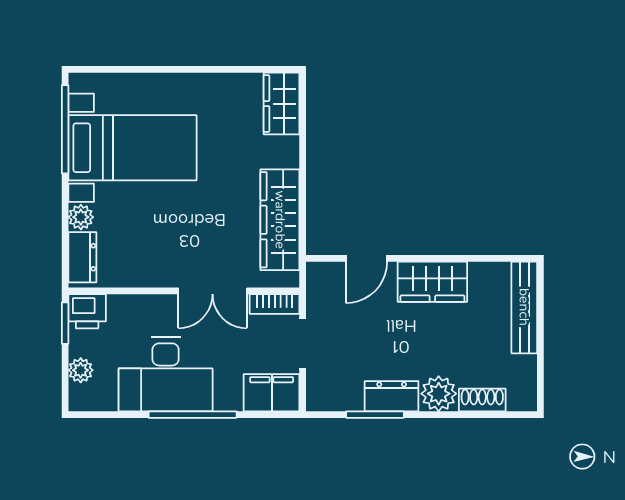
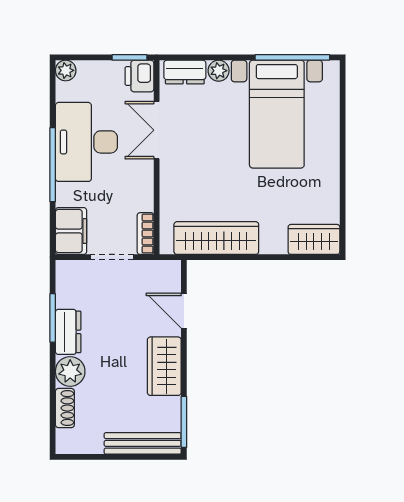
window: (499, 258) -> (184, 422), added
double door: (213, 291) -> (157, 130), moved
plant: (81, 370) -> (66, 70), moved

